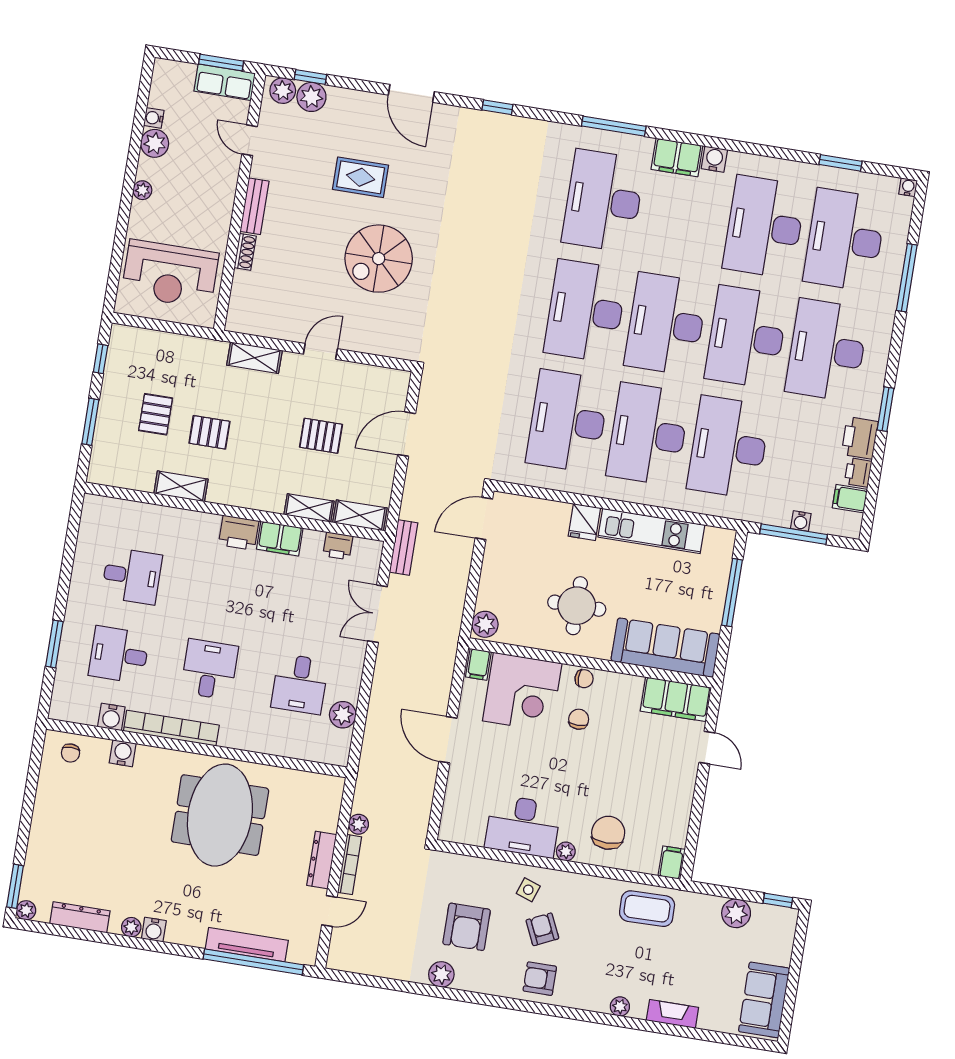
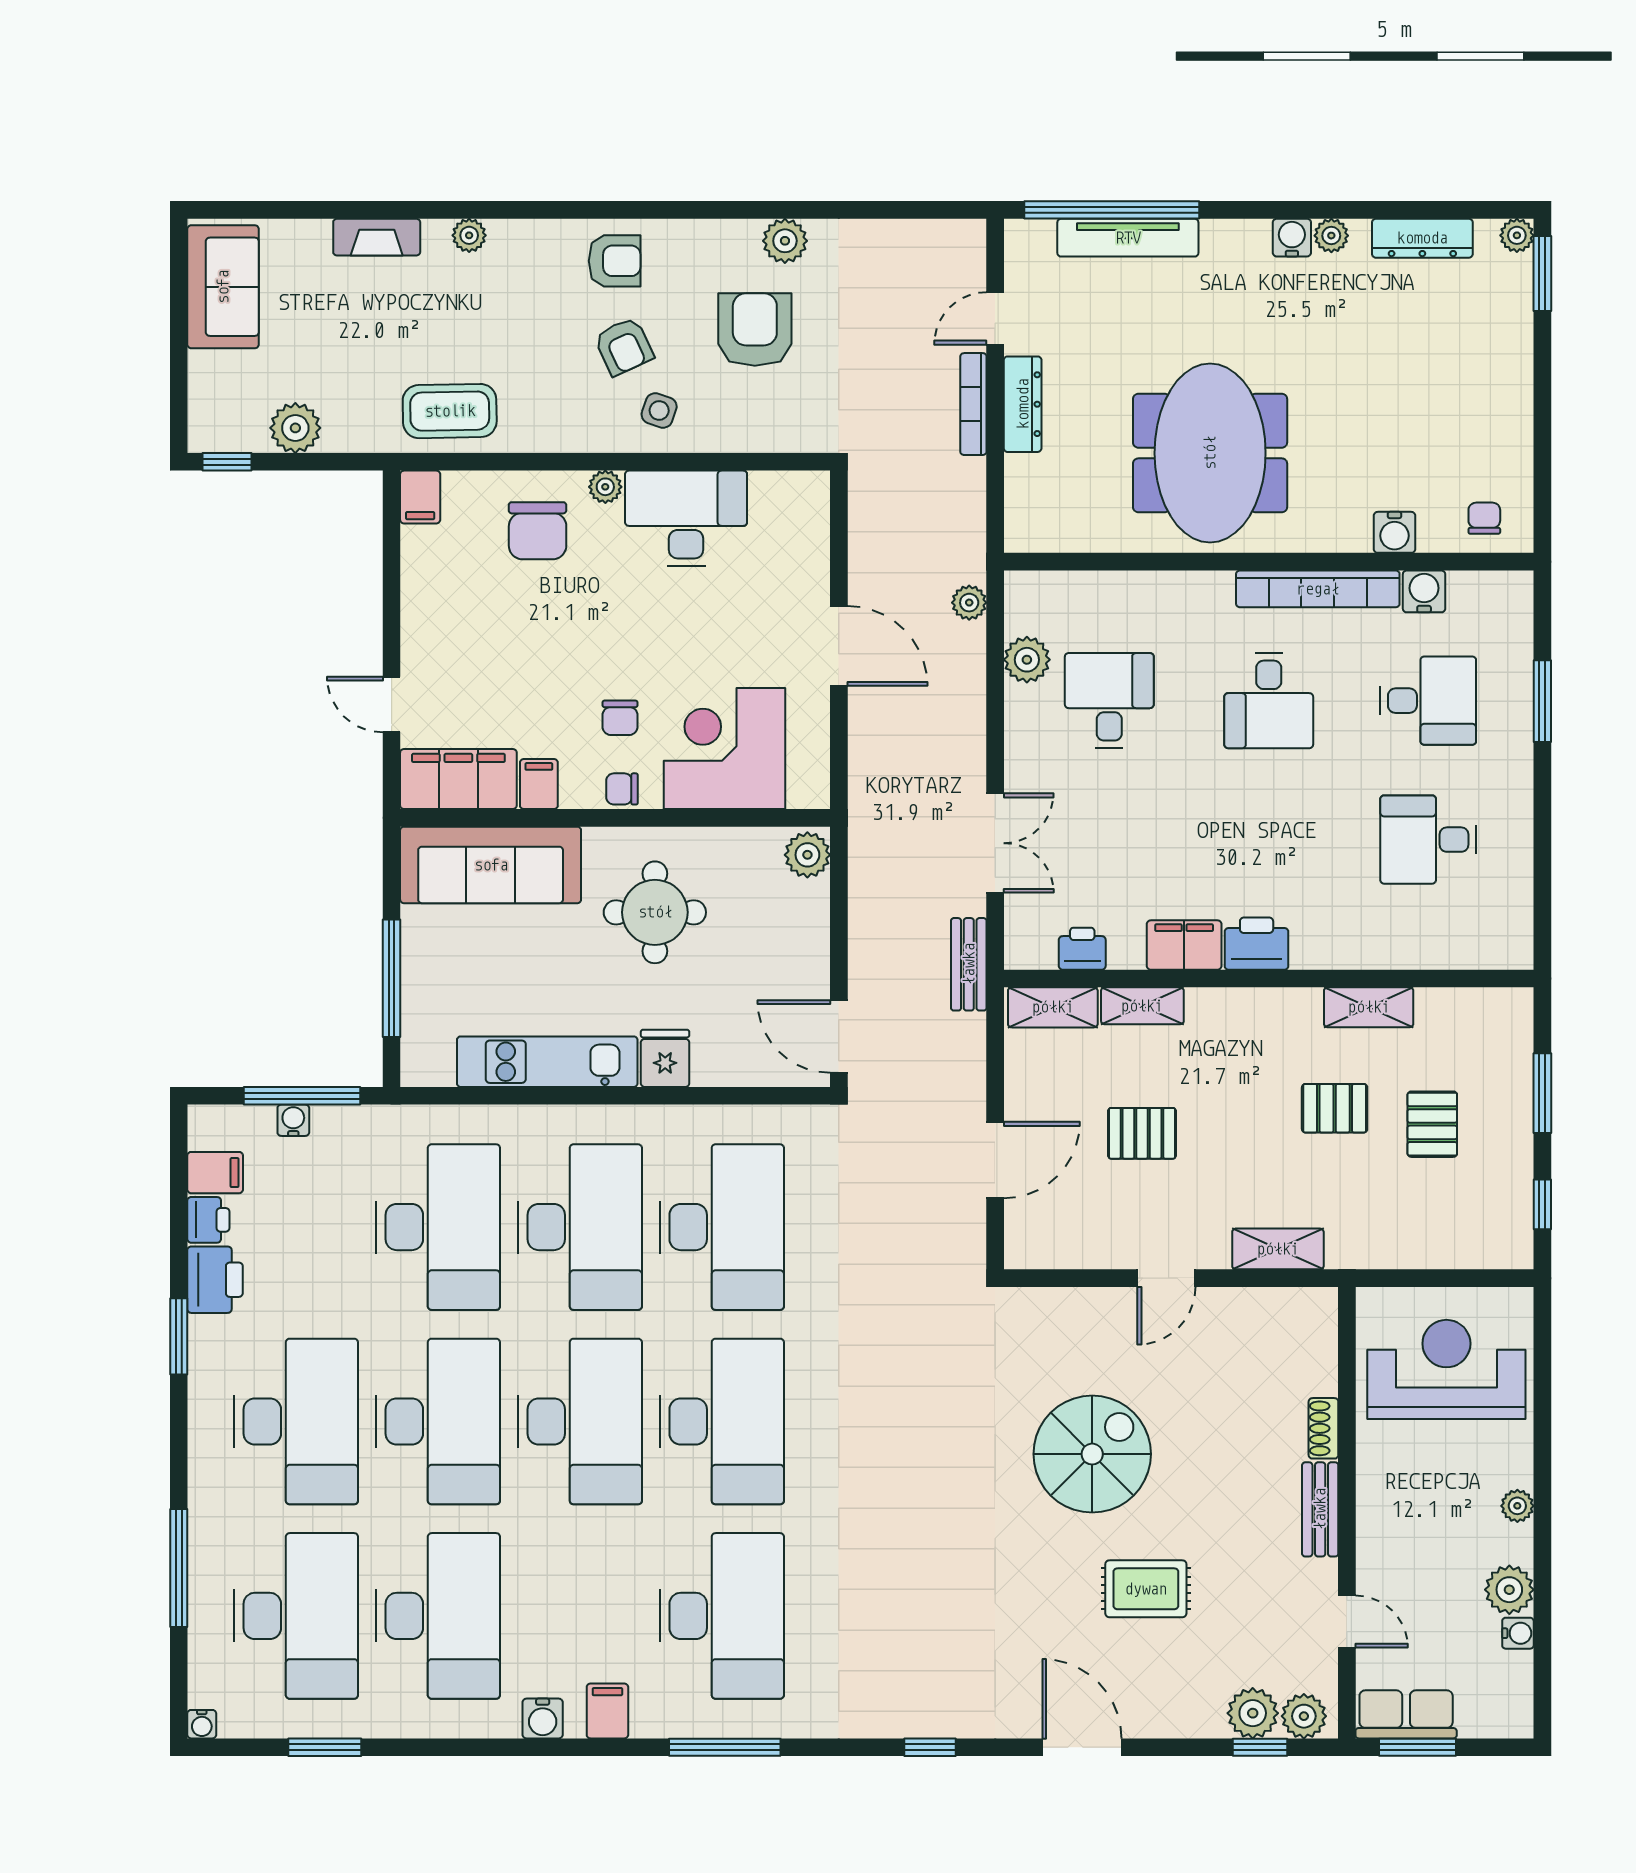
filing cabinet: (677, 157) -> (607, 1711), width x0.50
door: (484, 518) -> (839, 1037), swing flipped
filing cabinet: (478, 664) -> (539, 784), moved
plant: (359, 824) -> (969, 603), moved

